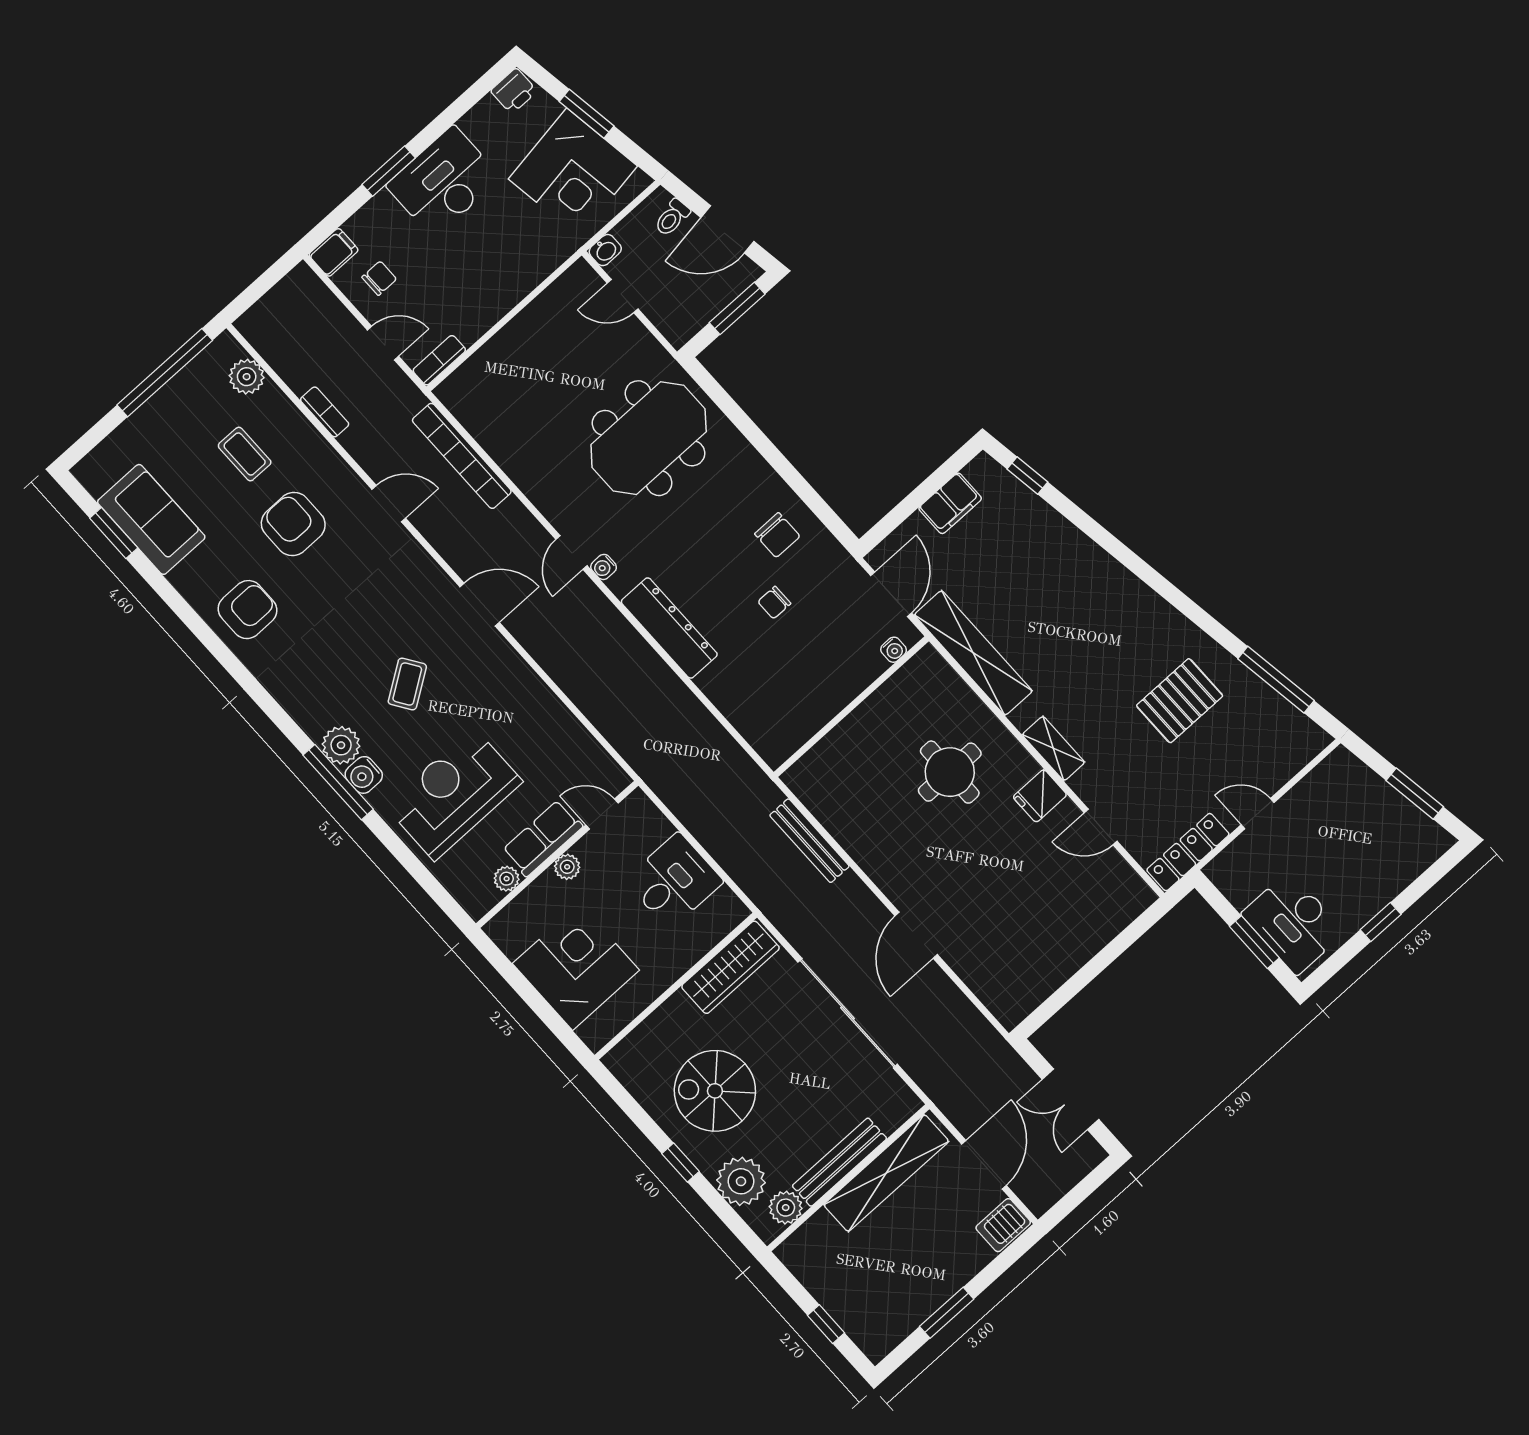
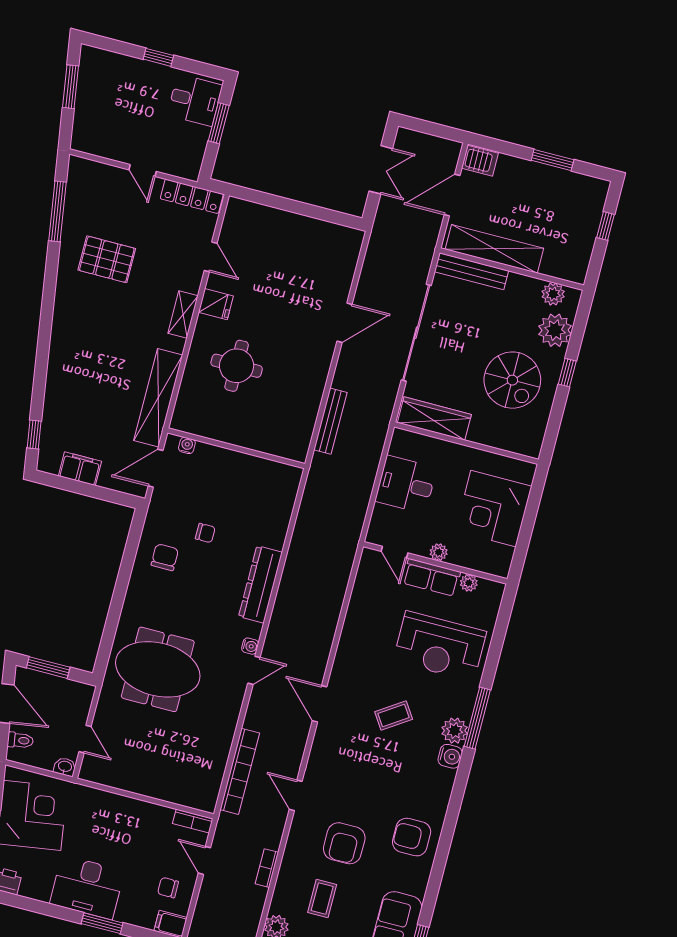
water cooler: (364, 775) -> (450, 756), moved
desk: (1293, 923) -> (195, 100), width x0.73
bench: (839, 1162) -> (471, 271), moved

